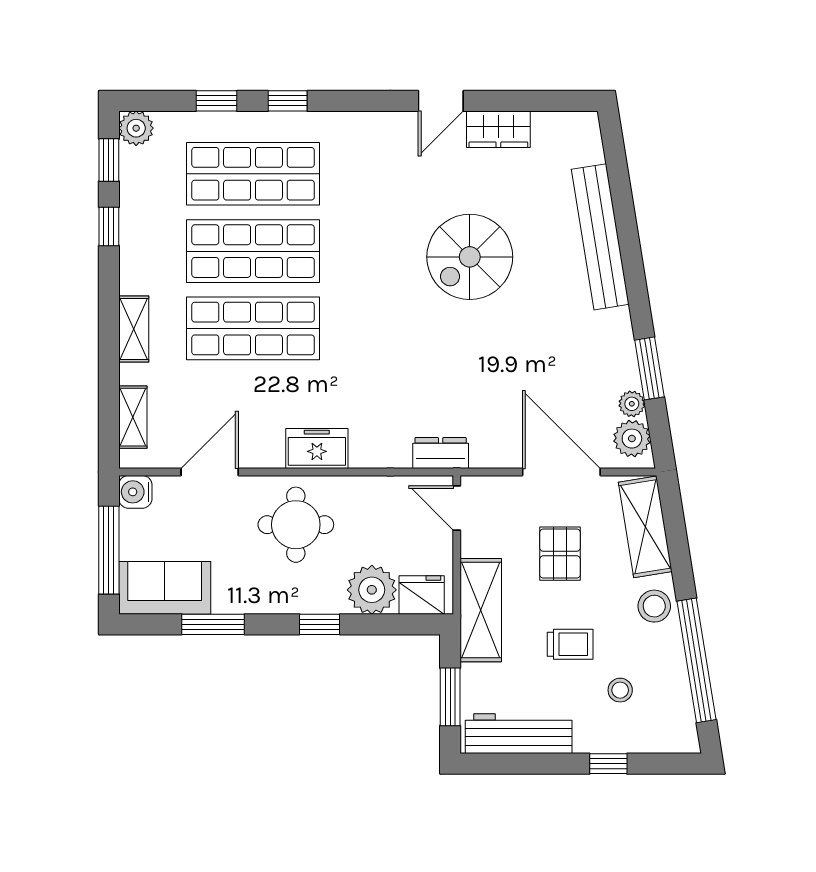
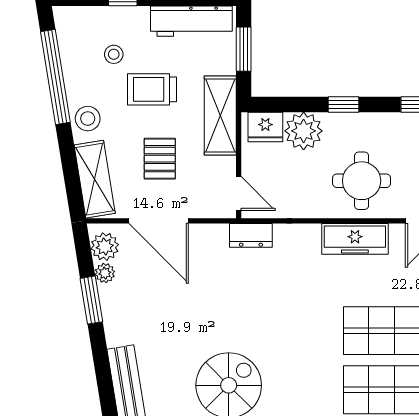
freezer: (317, 449) -> (355, 239), width x1.40
trolley: (570, 644) -> (152, 89), width x1.36, depth x1.39

